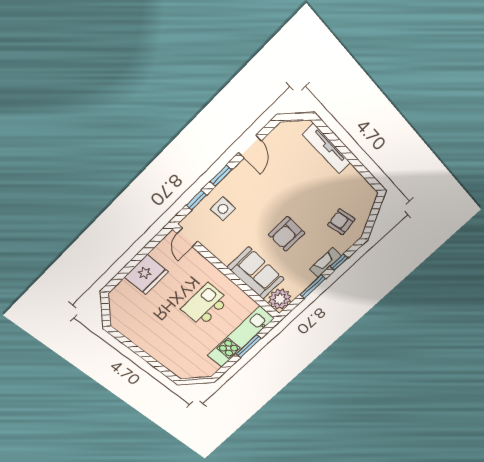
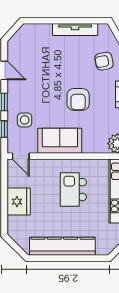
tv unit: (327, 149) -> (75, 30), moved
sofa: (256, 273) -> (60, 141), moved
kitchen counter: (149, 342) -> (62, 246), added

